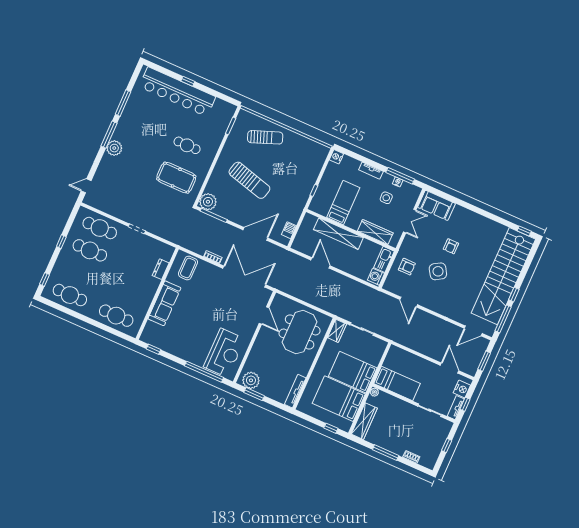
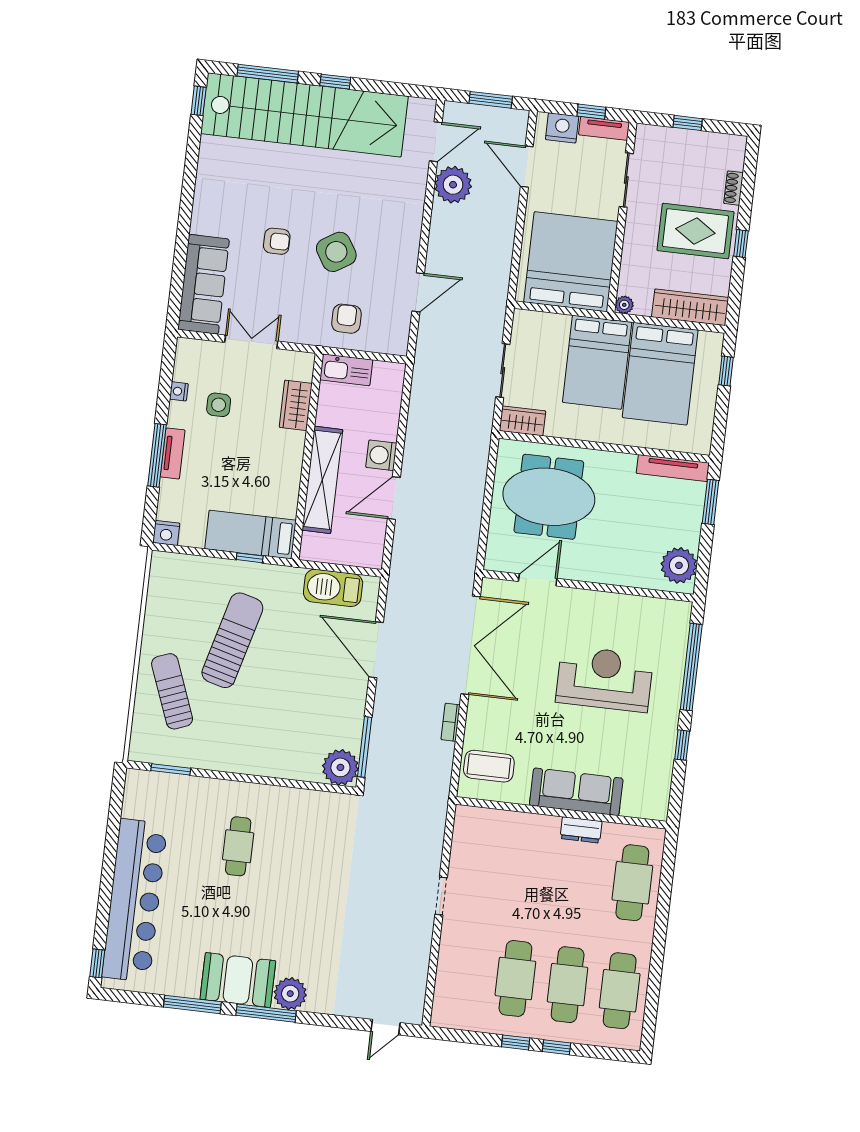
window: (188, 81) -> (97, 963), moved
booth: (128, 127) -> (238, 980), added
window: (400, 176) -> (157, 455), moved
pool table: (176, 178) -> (311, 848), removed
sun lounger: (249, 180) -> (232, 640), moved
door: (86, 186) -> (385, 1027), hinge flipped
bed: (343, 203) -> (250, 535), moved
sofa: (437, 205) -> (204, 284), width x1.36
cafe table: (100, 228) -> (568, 985), moved
barbecue: (289, 230) -> (333, 588), width x1.88, depth x1.53
wardrobe: (375, 232) -> (296, 405), width x0.67
dresser: (161, 269) -> (581, 830), moved
double door: (244, 277) -> (471, 645), swing flipped
washing machine: (376, 277) -> (381, 455), moved, turned 90
window: (44, 279) -> (556, 1047), moved
window: (503, 319) -> (268, 74), moved
door: (473, 331) -> (436, 142), hinge flipped
plant: (452, 333) -> (453, 185), added
window: (154, 349) -> (682, 745), moved
reception desk: (224, 353) -> (605, 679), moved
door: (449, 368) -> (527, 167), hinge flipped
bed: (397, 383) -> (571, 262), width x2.04
window: (254, 394) -> (711, 502), moved
rug: (397, 434) -> (695, 231), added
window: (386, 453) -> (741, 244), width x0.46

